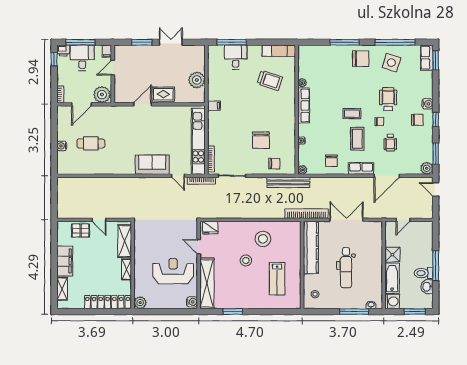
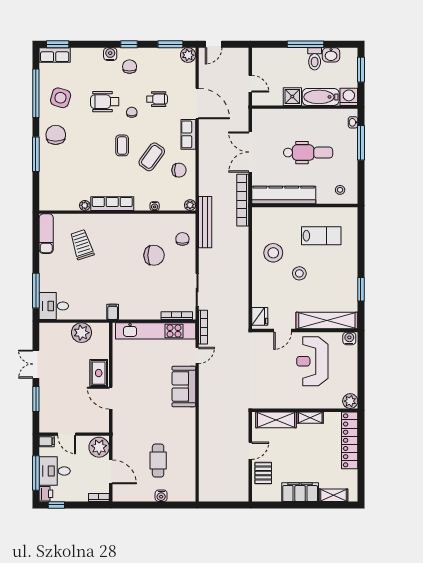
desk: (236, 57) -> (54, 306), moved
trolley: (270, 80) -> (82, 245), turned -36
coffee table: (357, 139) -> (152, 157), moved, turned -54

